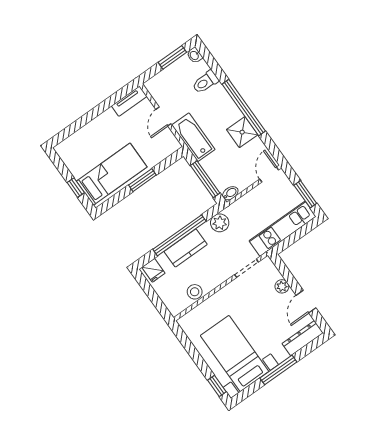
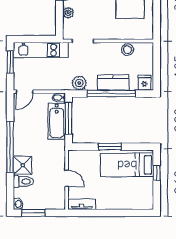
door: (164, 117) -> (67, 178), hinge flipped
shower: (242, 132) -> (23, 165), moved
bathtub: (193, 137) -> (57, 121), moved

